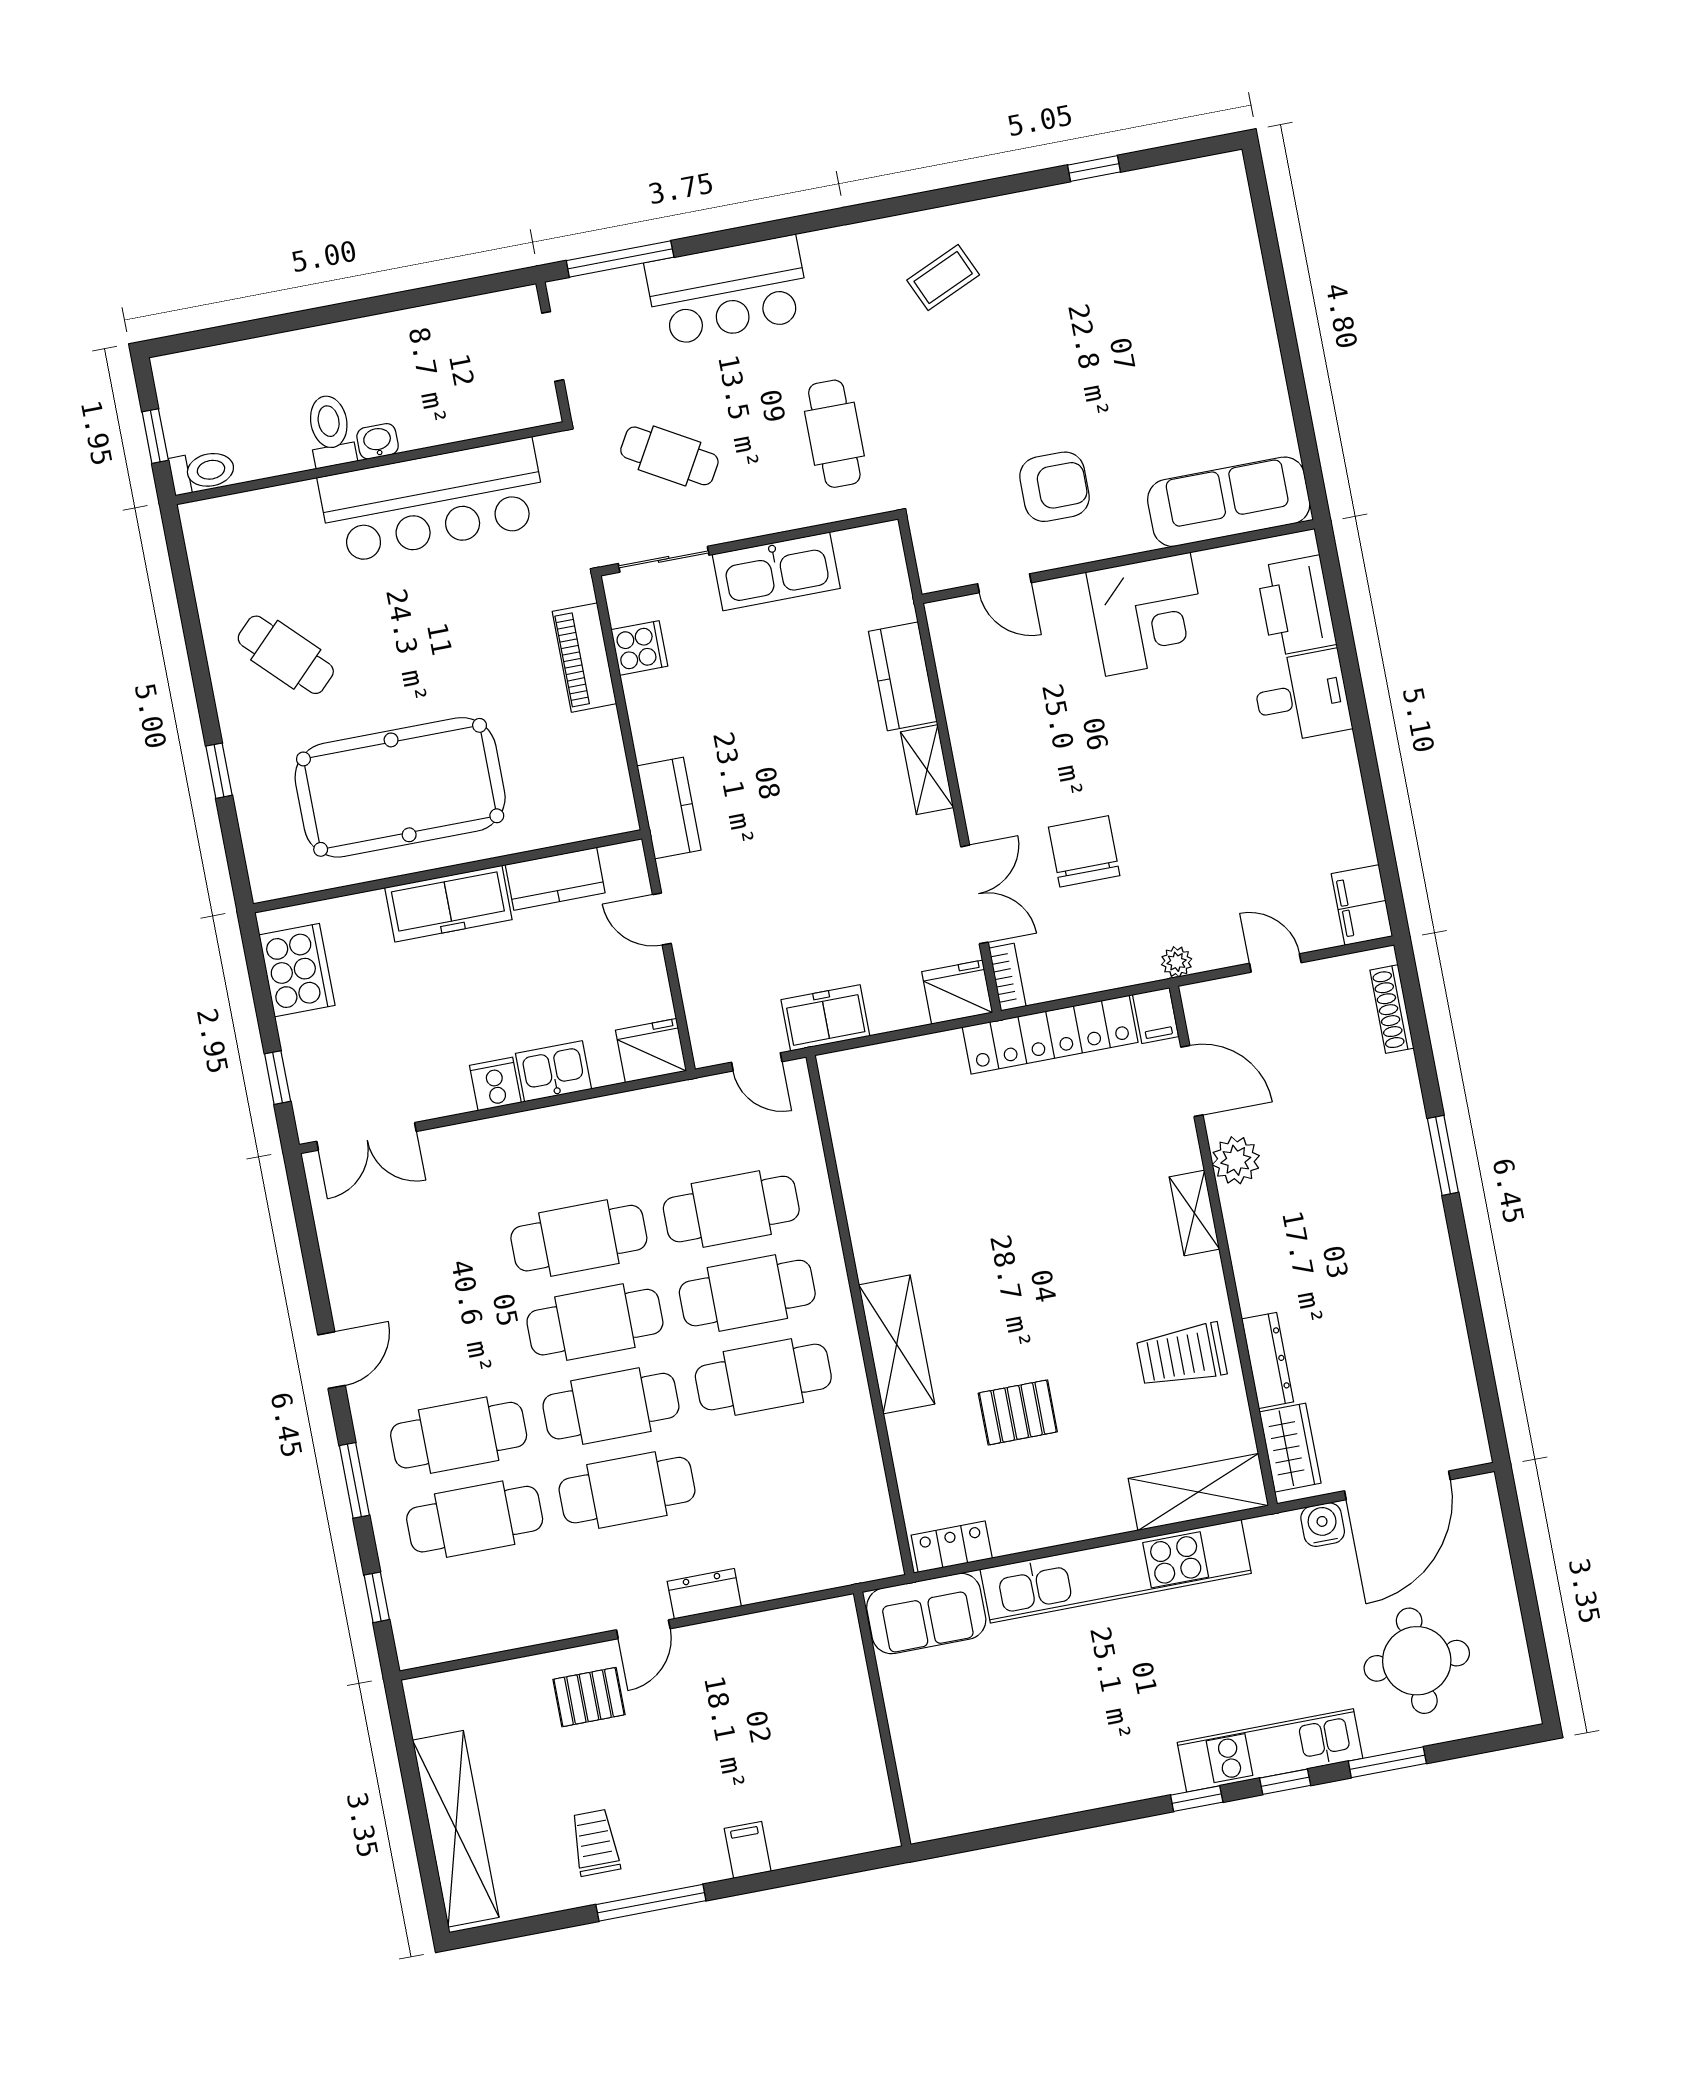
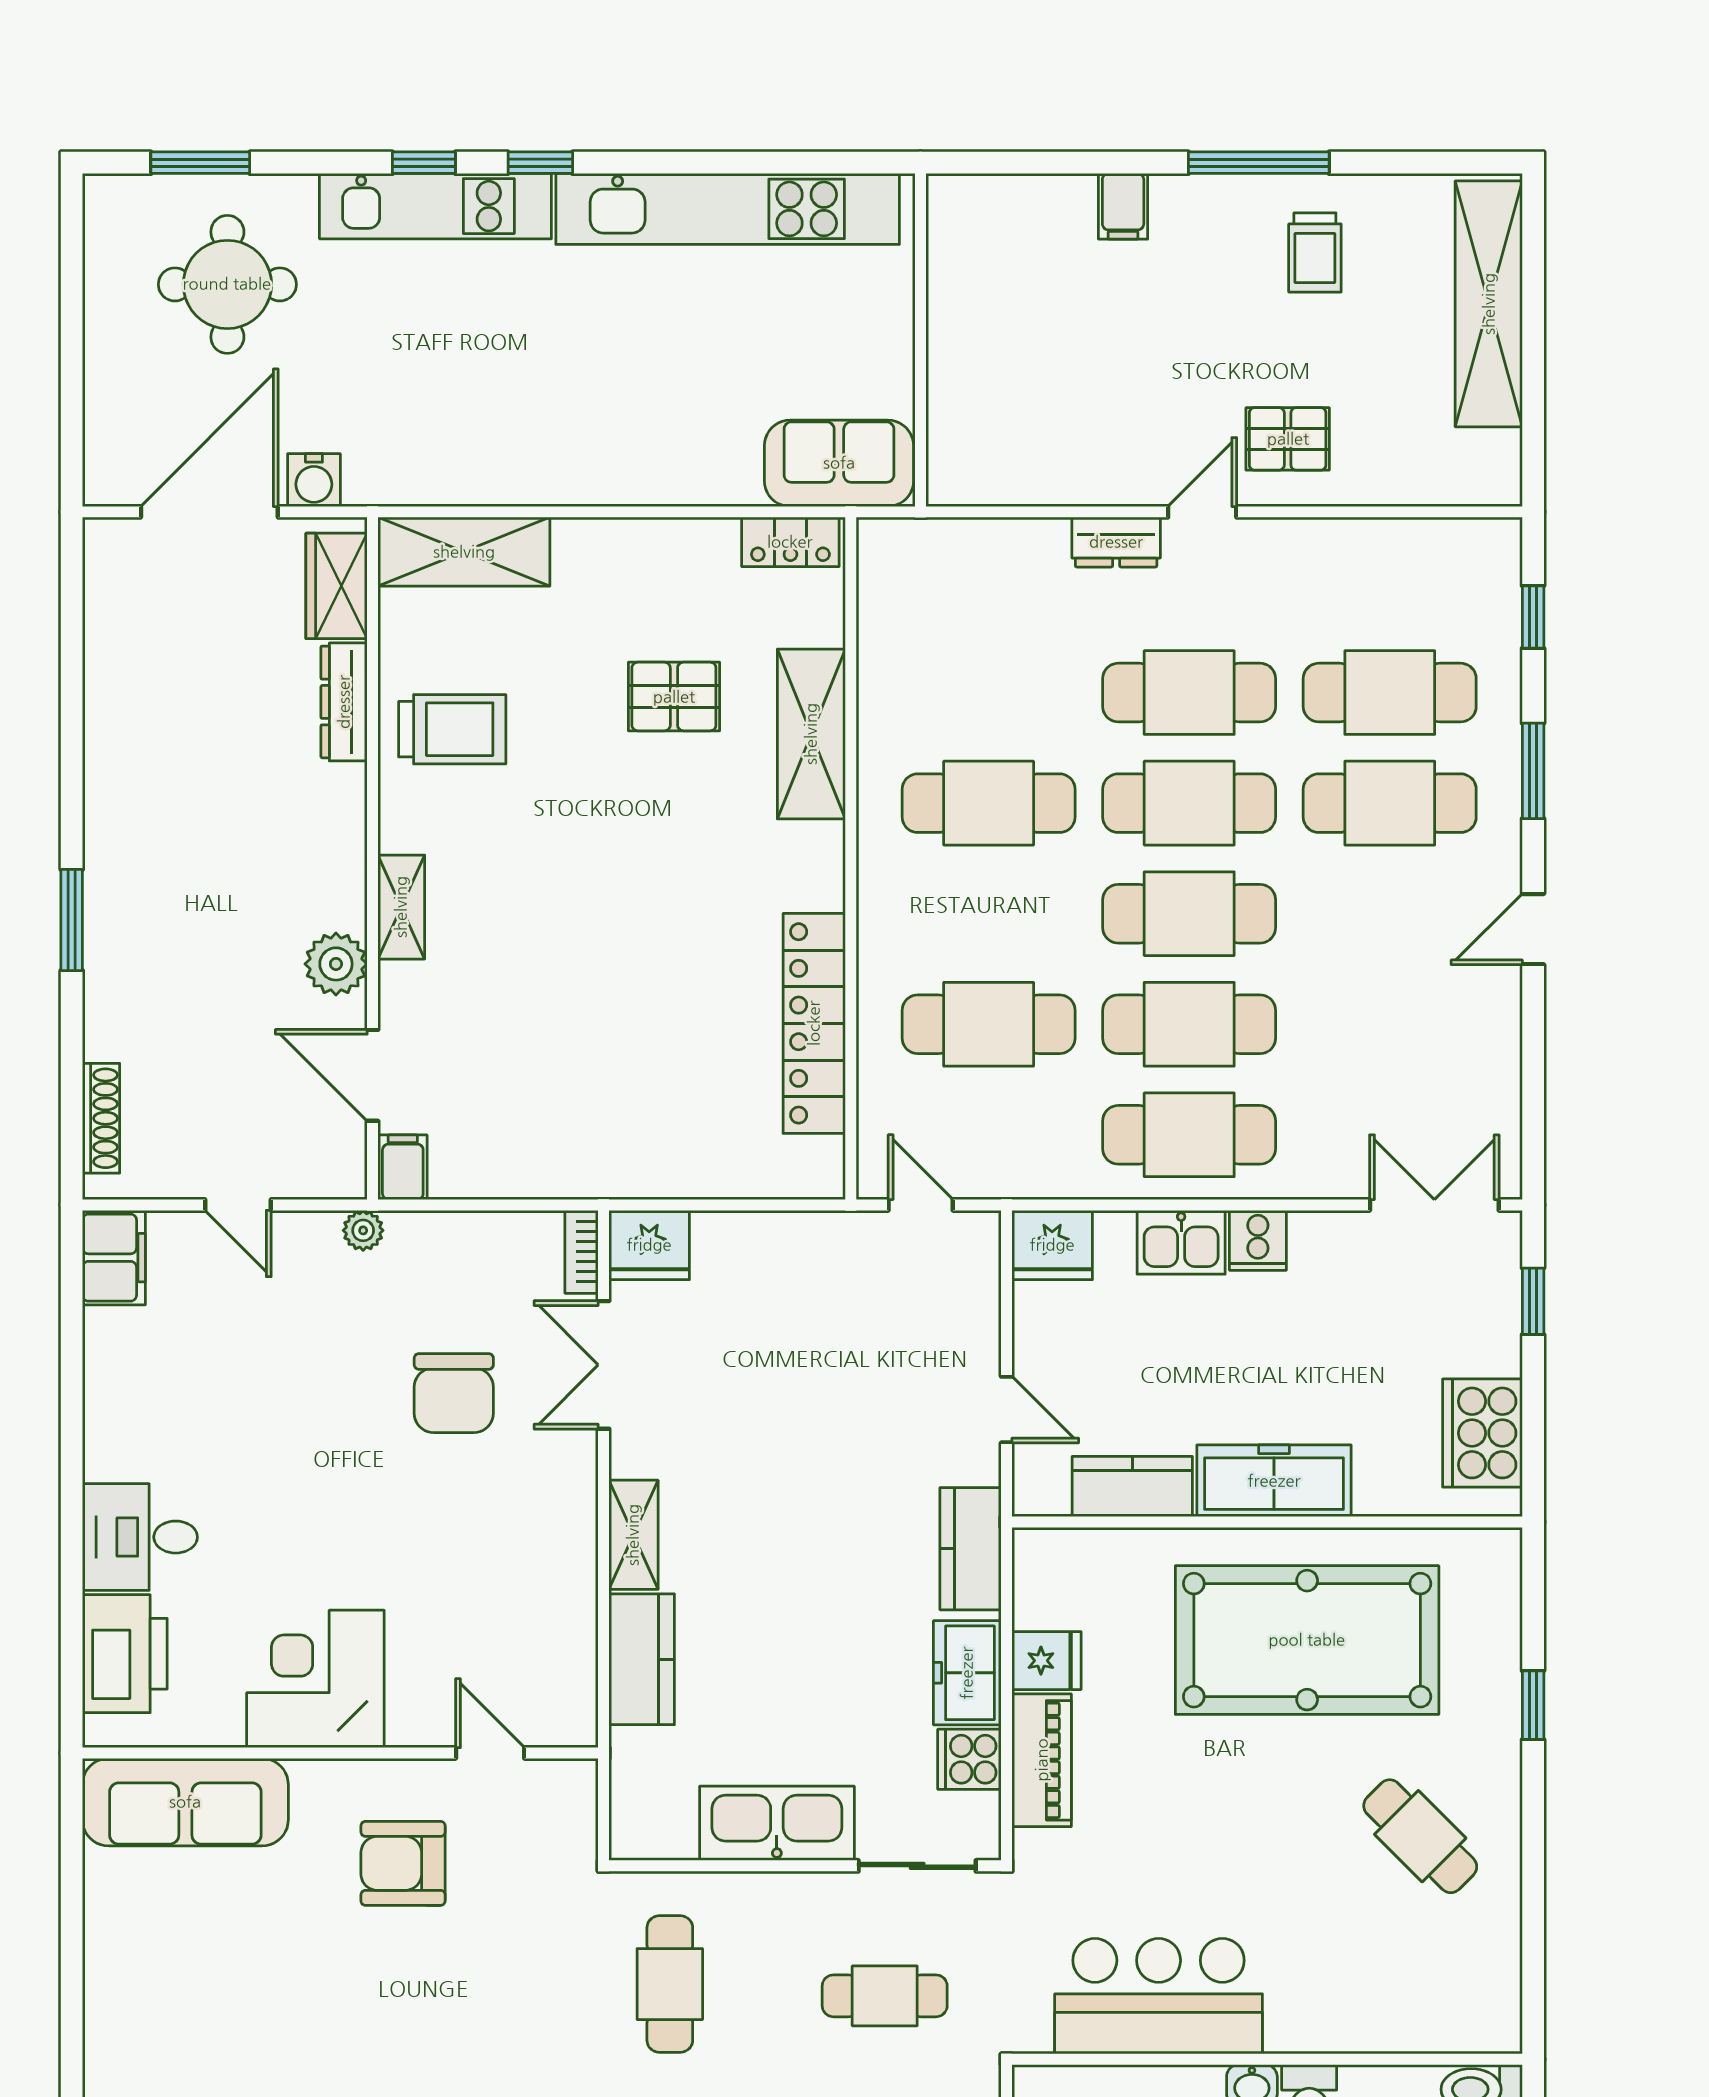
cafe table: (669, 456) -> (885, 1996), turned -30
bar counter: (433, 501) -> (1159, 1996), width x0.73
fridge: (595, 734) -> (1046, 1661), added
freezer: (825, 1018) -> (967, 1673), moved, turned 90
locker: (1050, 1035) -> (814, 1023), moved, turned -90
cafe table: (747, 1293) -> (1189, 1135), moved
shelving: (897, 1344) -> (811, 734), moved
kitchen unit: (1116, 1571) -> (728, 209), moved, turned 180
window: (1387, 1762) -> (200, 163), moved

